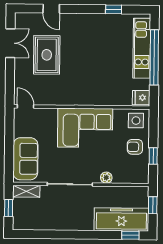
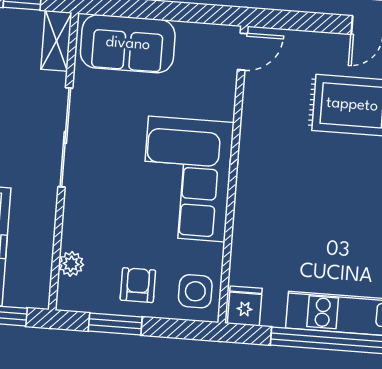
window: (153, 156) -> (115, 324), width x1.50
plant: (106, 178) -> (71, 264), moved

